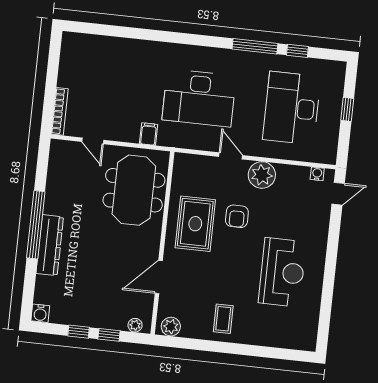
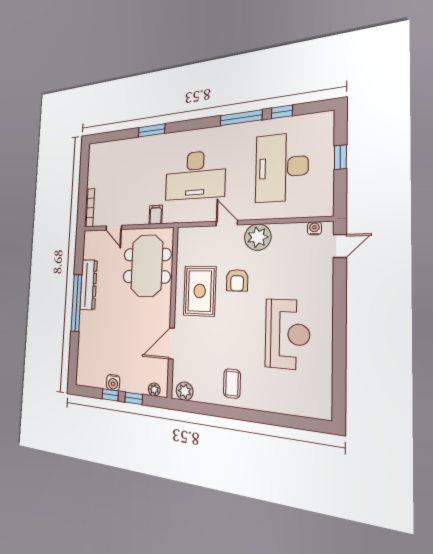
window: (149, 35) -> (152, 131), added
dresser: (50, 245) -> (88, 285), moved
water cooler: (40, 313) -> (113, 382), moved

